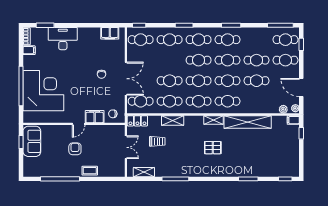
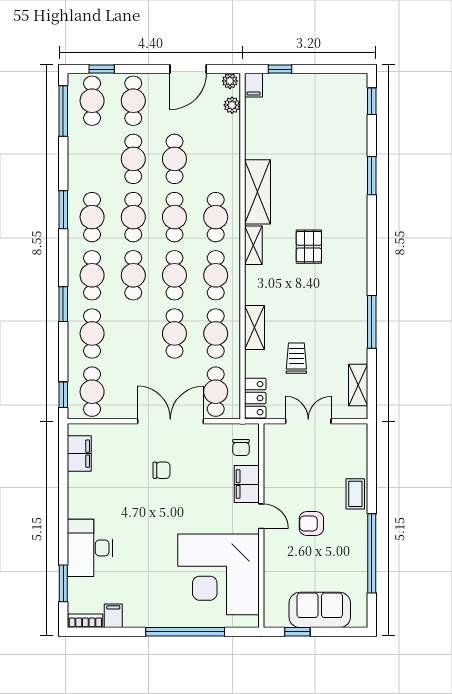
corner desk: (43, 91) -> (219, 574), moved, turned -90
shelving: (248, 122) -> (257, 192), width x0.68
sofa: (32, 141) -> (320, 610), moved

